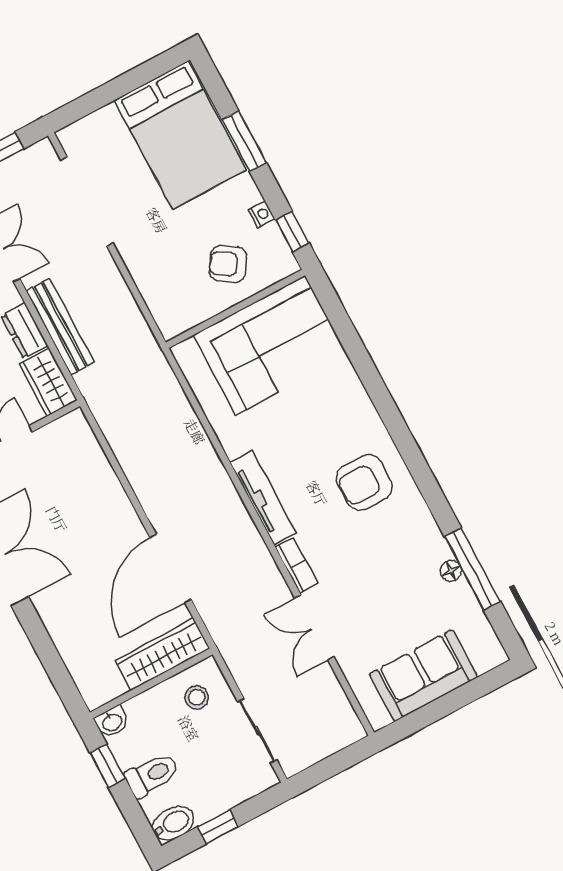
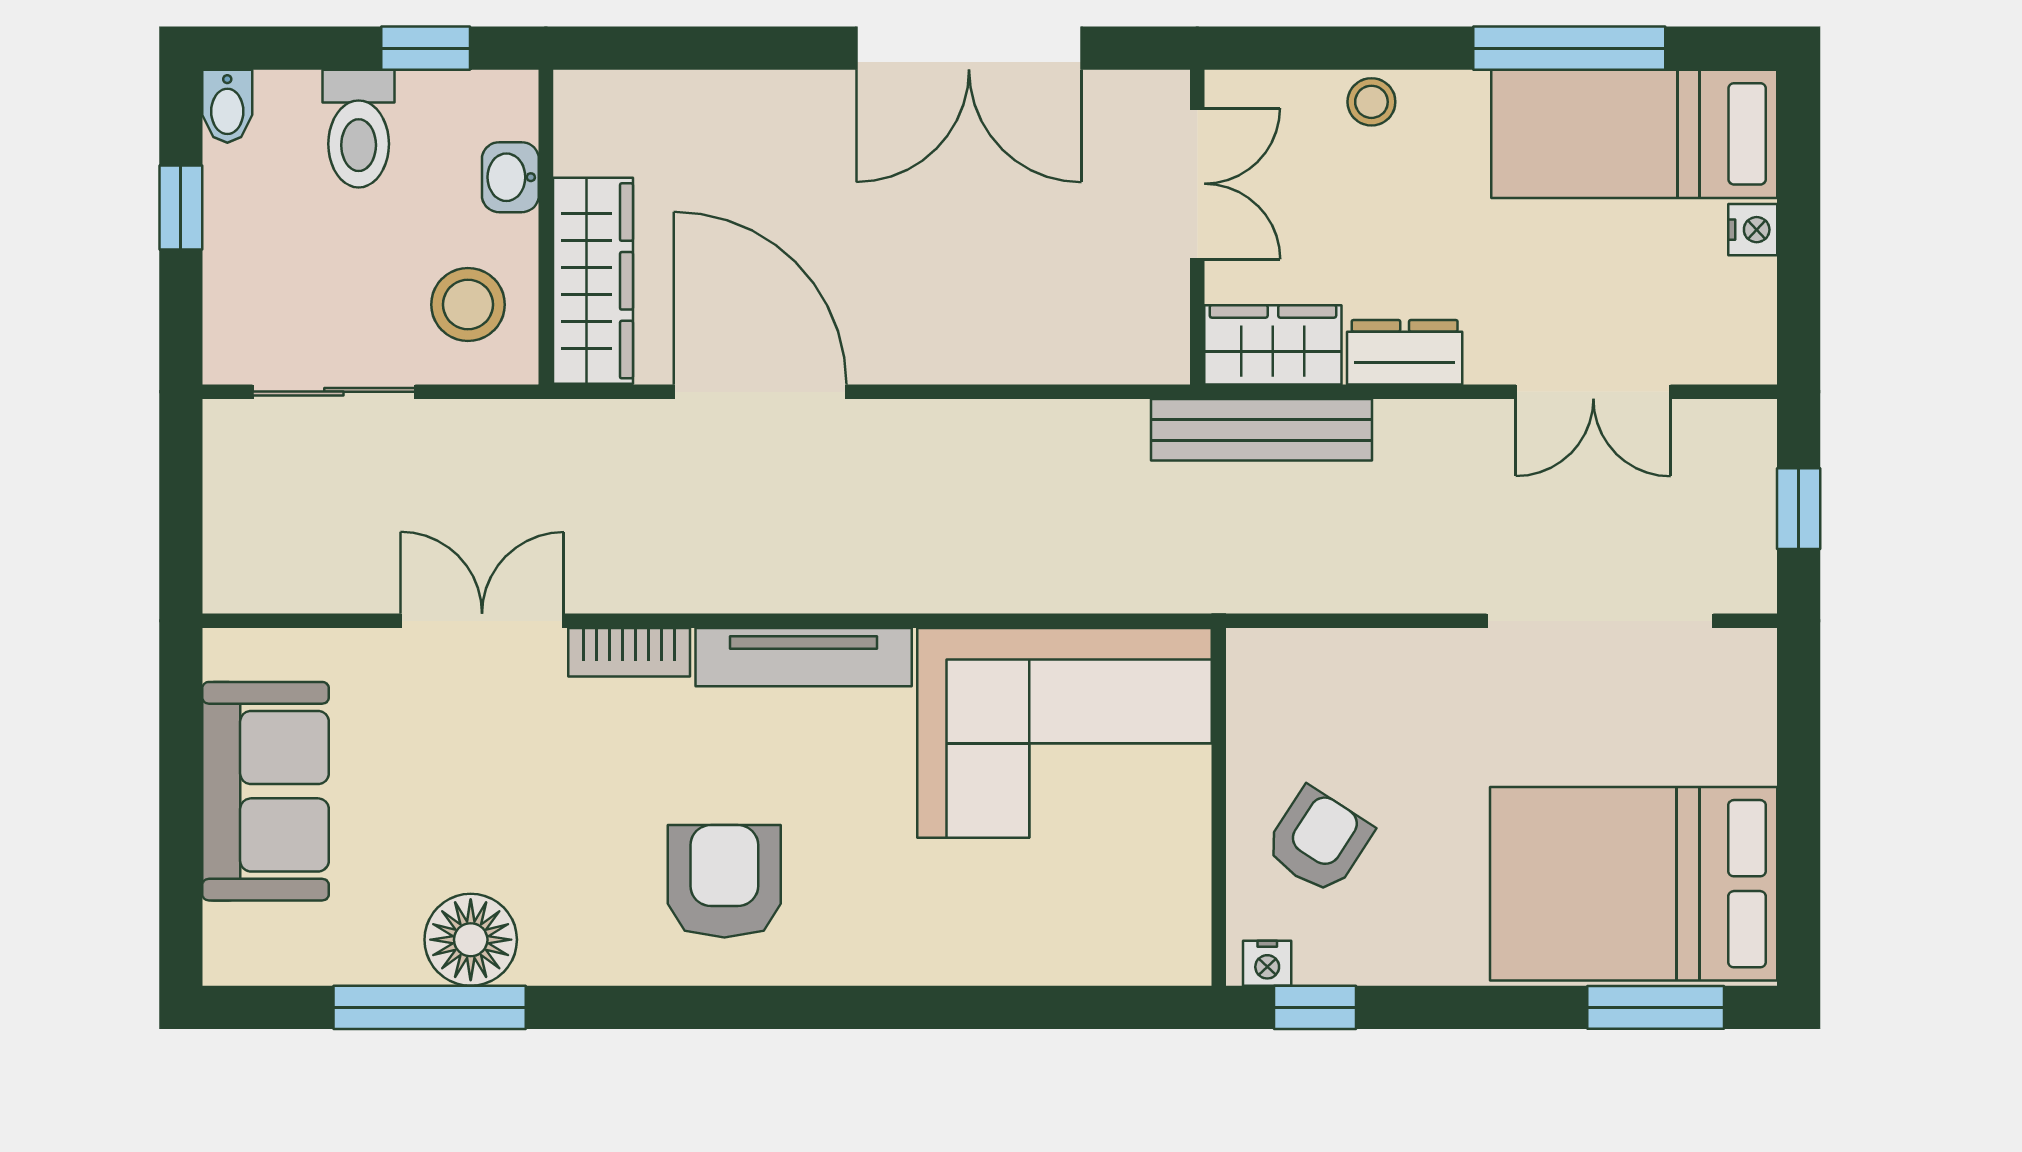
window: (244, 141) -> (1656, 1007), moved
nightstand: (262, 215) -> (1267, 963), moved
bench: (60, 327) -> (1262, 430), moved
corner sofa: (270, 345) -> (1064, 733), moved, turned -90
floor lamp: (451, 571) -> (471, 940), width x1.89, depth x1.89
stool: (197, 697) -> (468, 305), width x1.37, depth x1.37
washbasin: (112, 722) -> (510, 177), moved
bidet: (173, 823) -> (227, 106), width x0.72, depth x0.74

